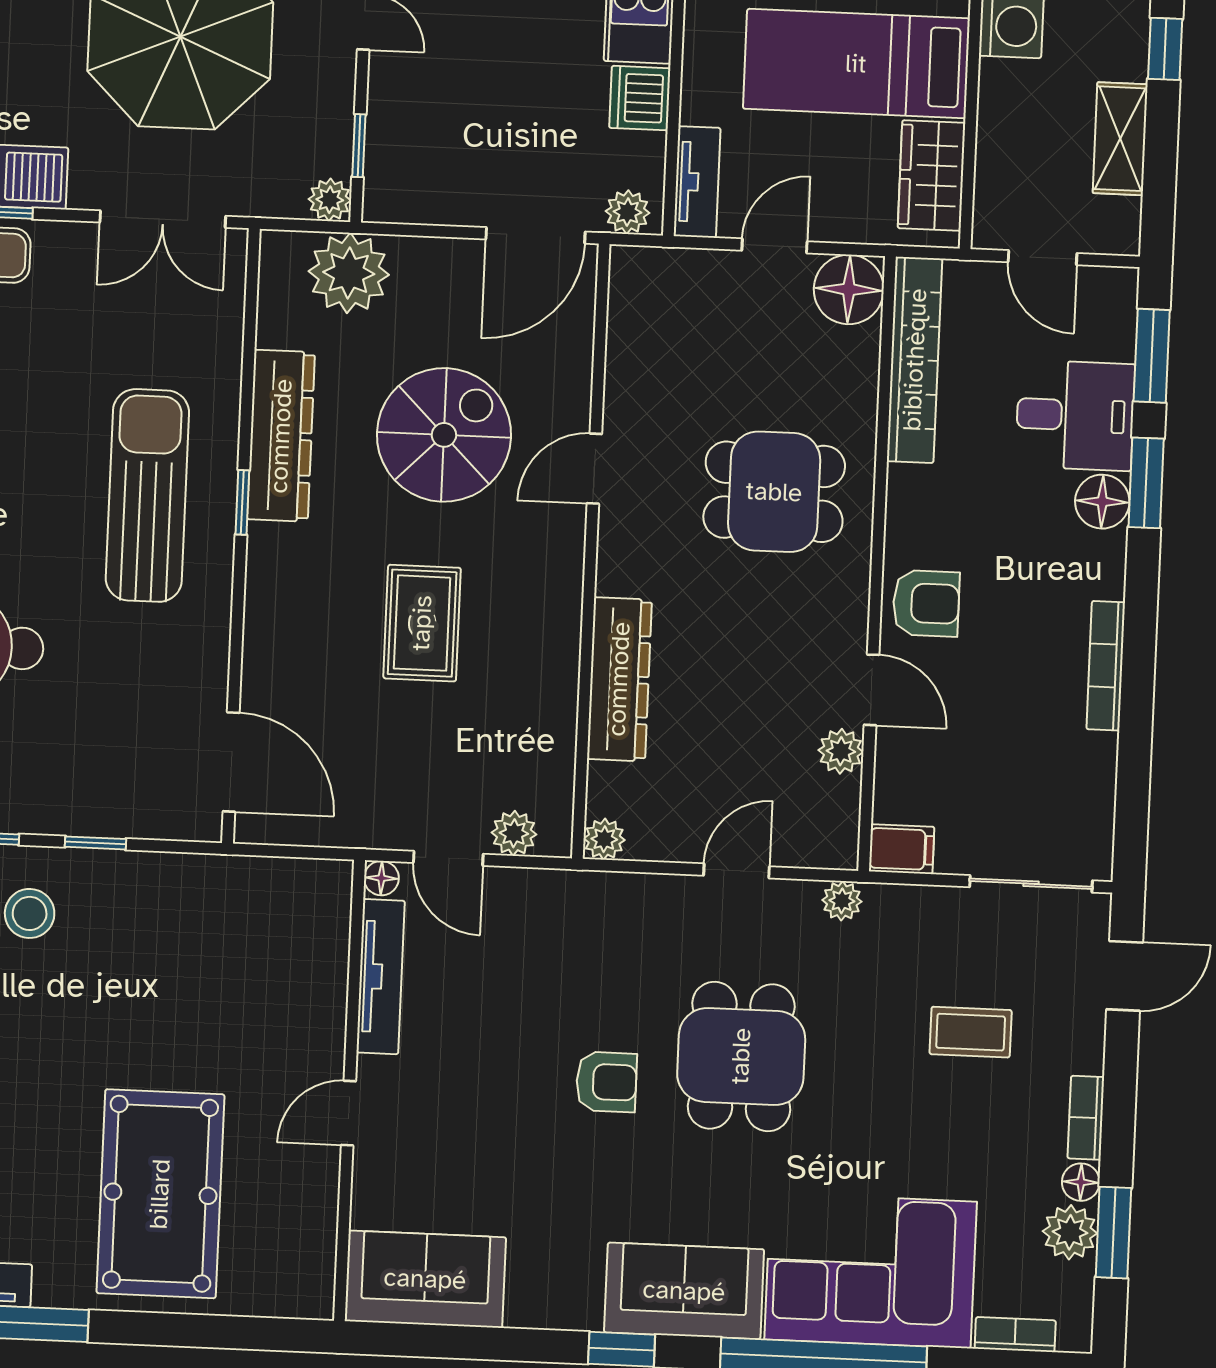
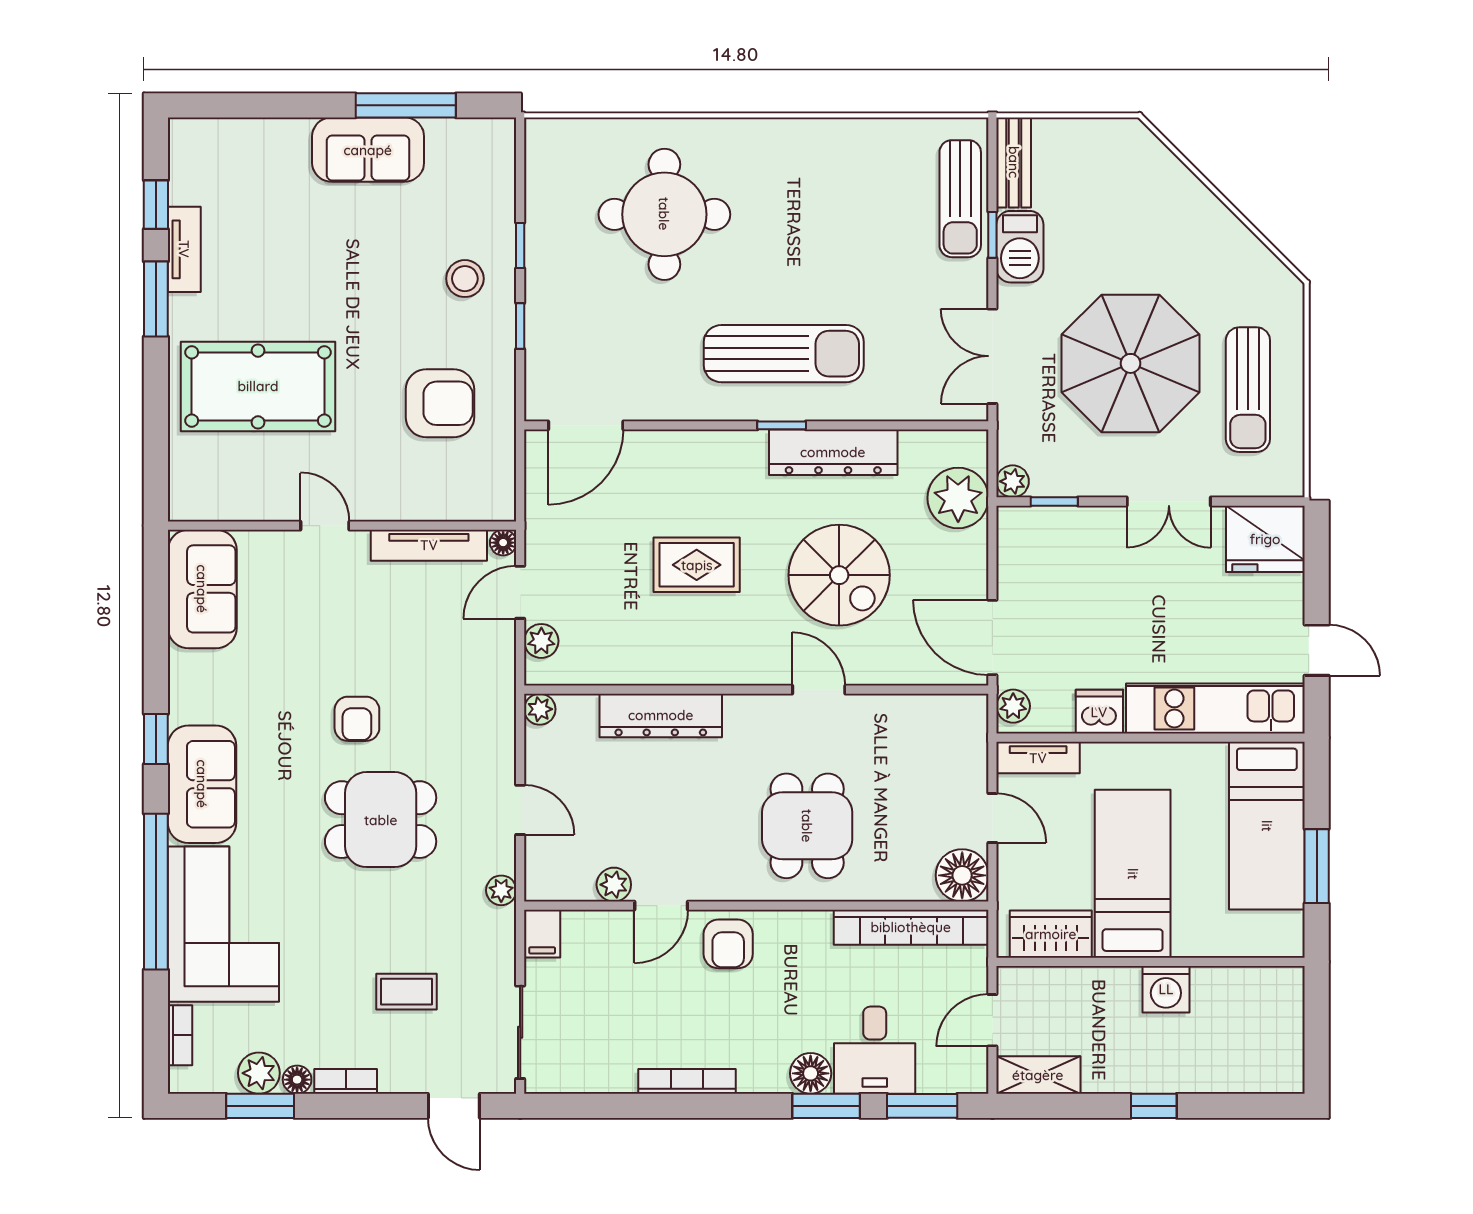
shelving: (1120, 139) -> (1038, 1075), moved
armchair: (193, 954) -> (440, 403), added
coffee table: (971, 1032) -> (406, 992), turned 90

